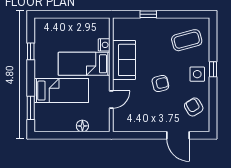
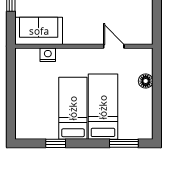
sofa: (124, 60) -> (39, 31), moved
bed: (84, 64) -> (73, 108), moved, turned 180

